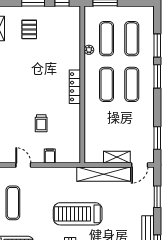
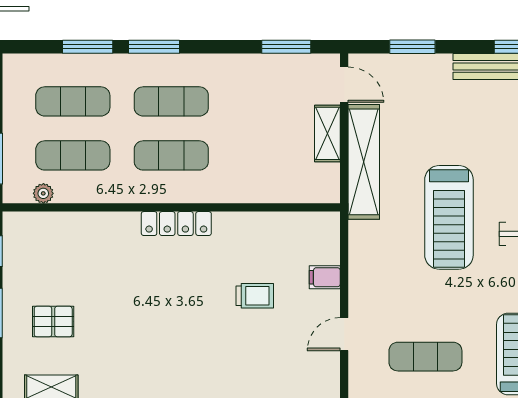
plant: (89, 50) -> (43, 193), moved

